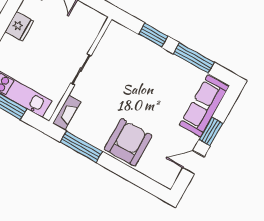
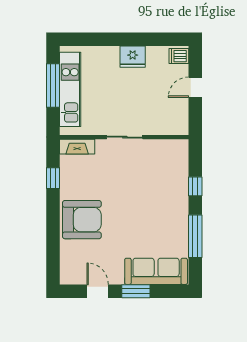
window: (153, 35) -> (195, 186), width x0.67
window: (81, 147) -> (53, 178), width x0.46

